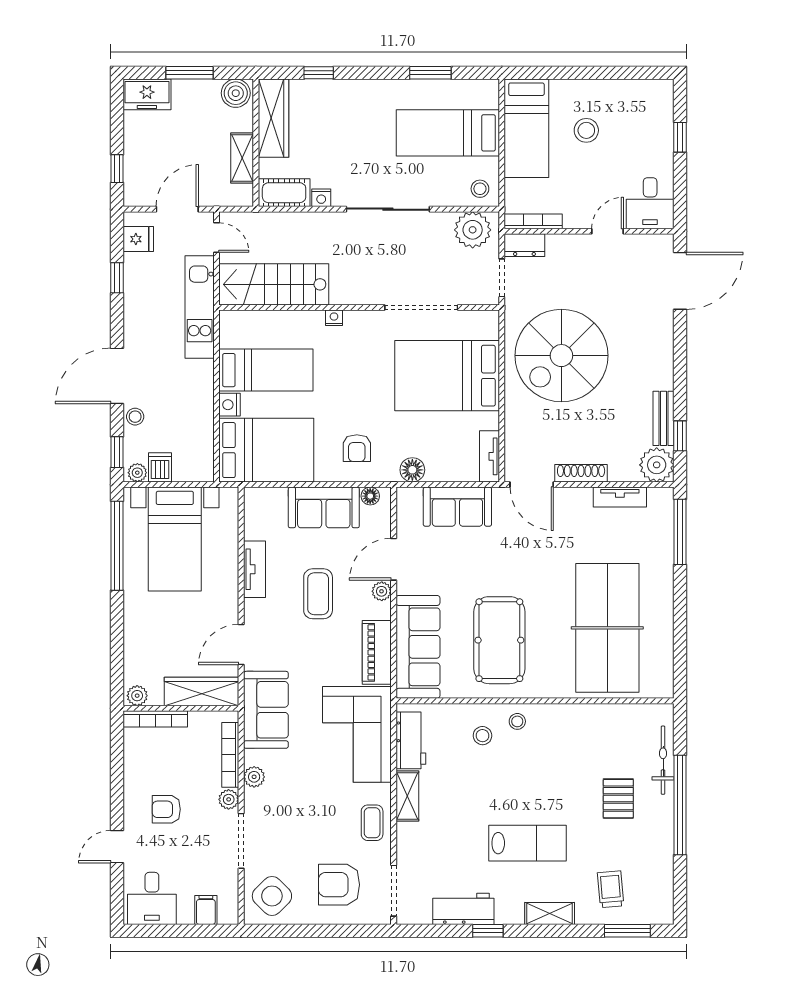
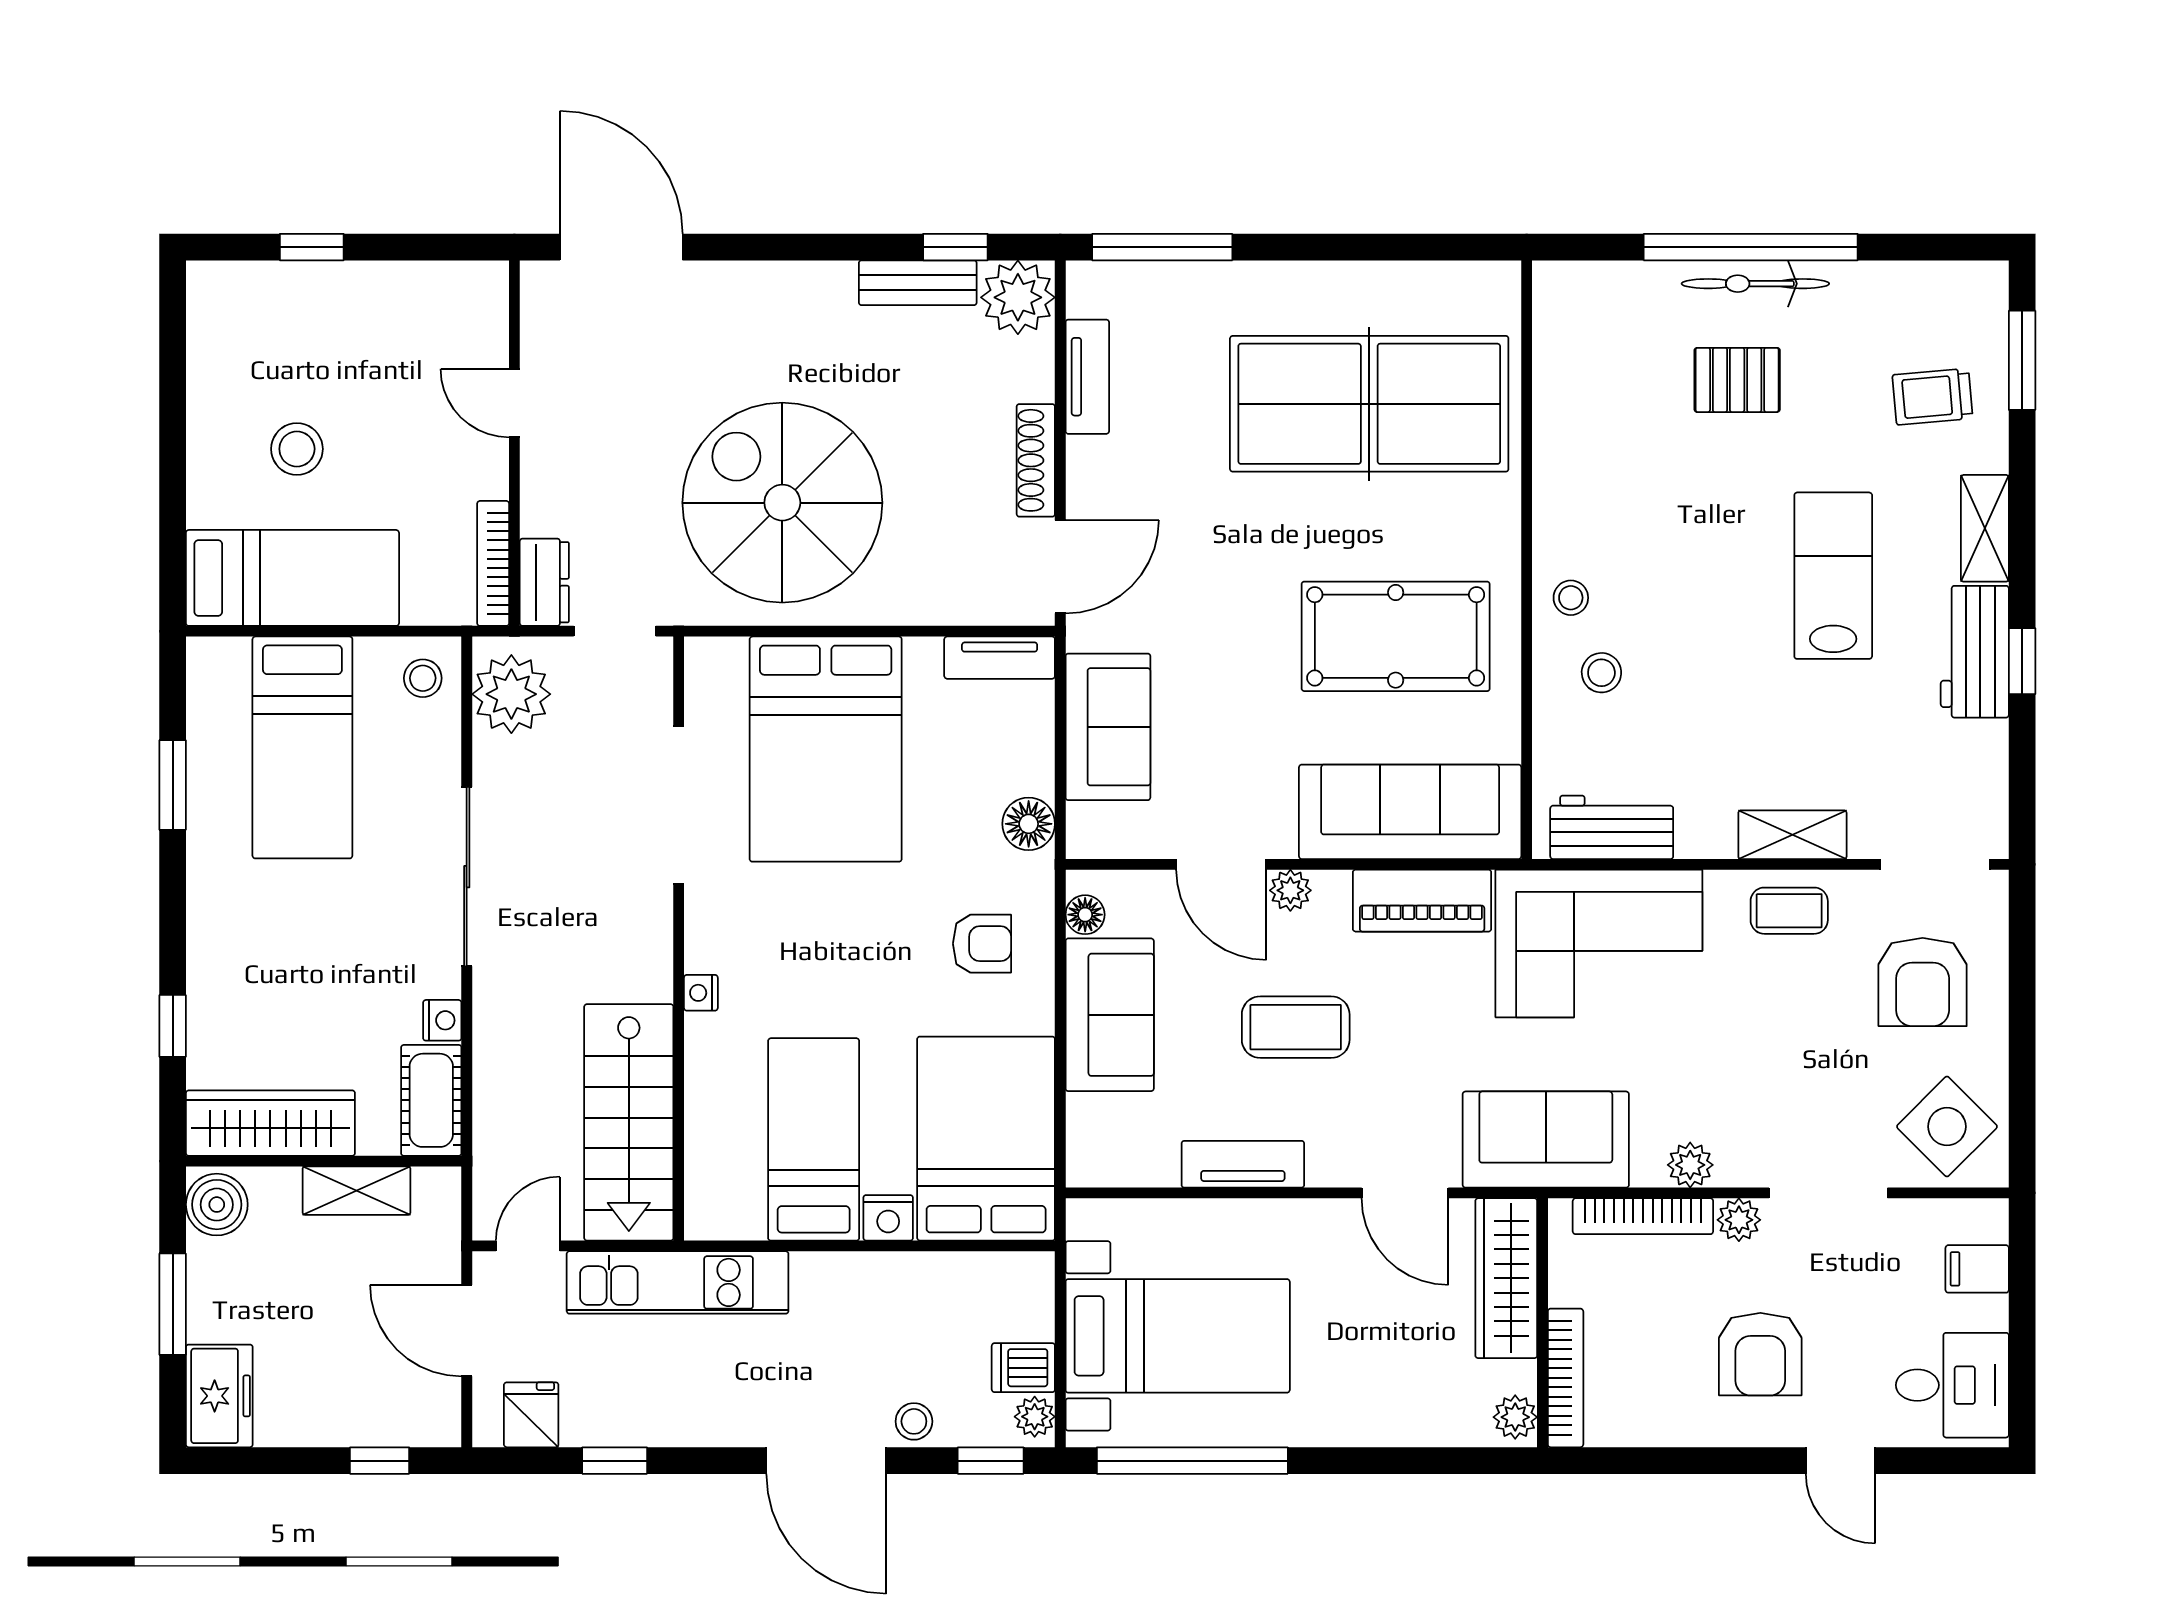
desk: (650, 203) -> (454, 311), removed
spiral stairs: (561, 356) -> (782, 503), turned 180
bicycle: (663, 760) -> (1755, 284), moved
shelving: (407, 796) -> (1792, 835), moved
armchair: (166, 809) -> (1760, 1354), width x1.38, depth x1.38
workbench: (463, 909) -> (1975, 652), moved

